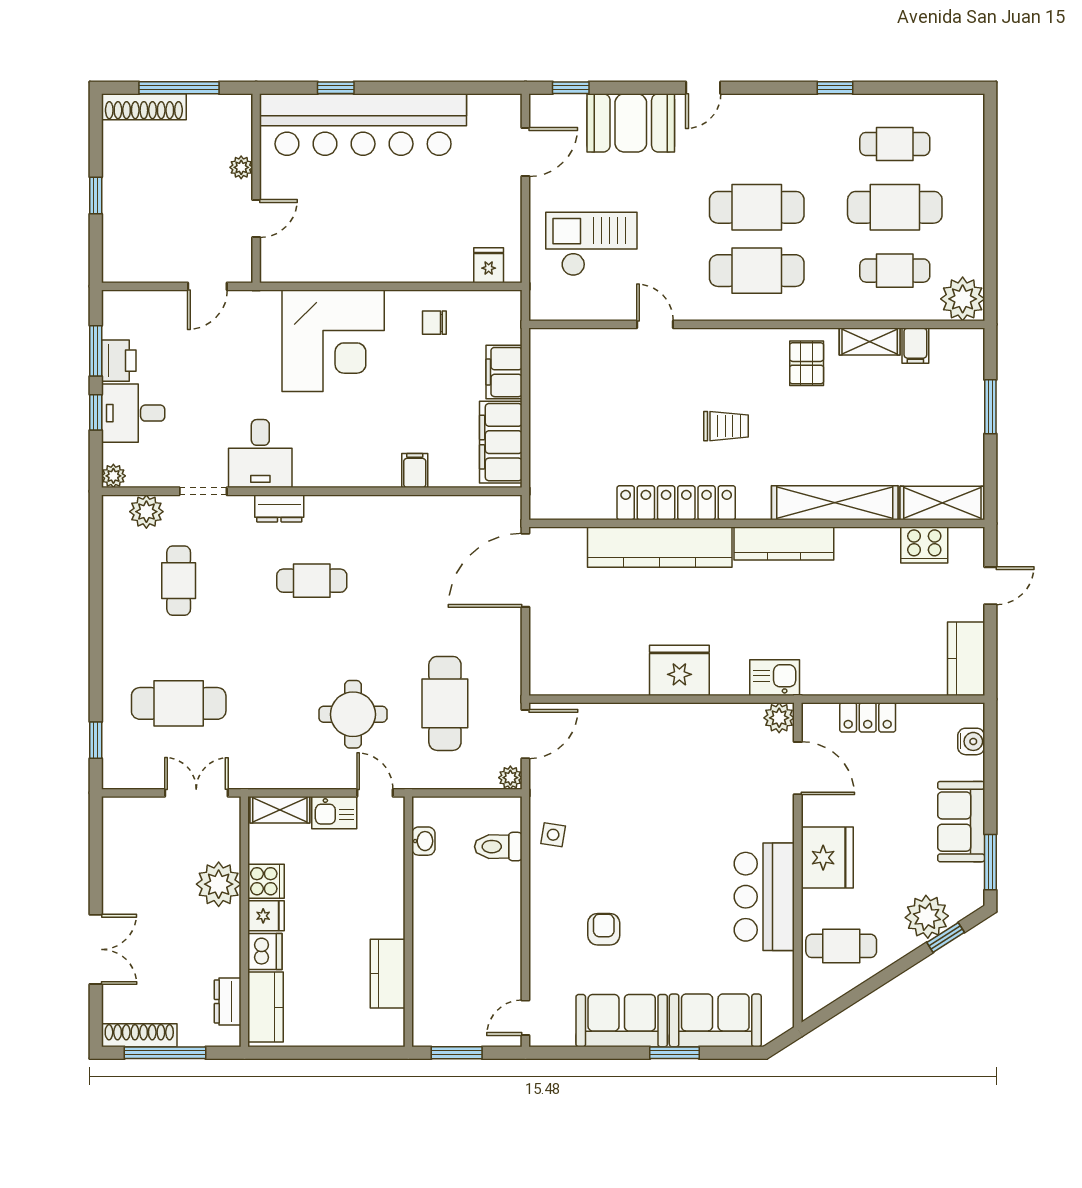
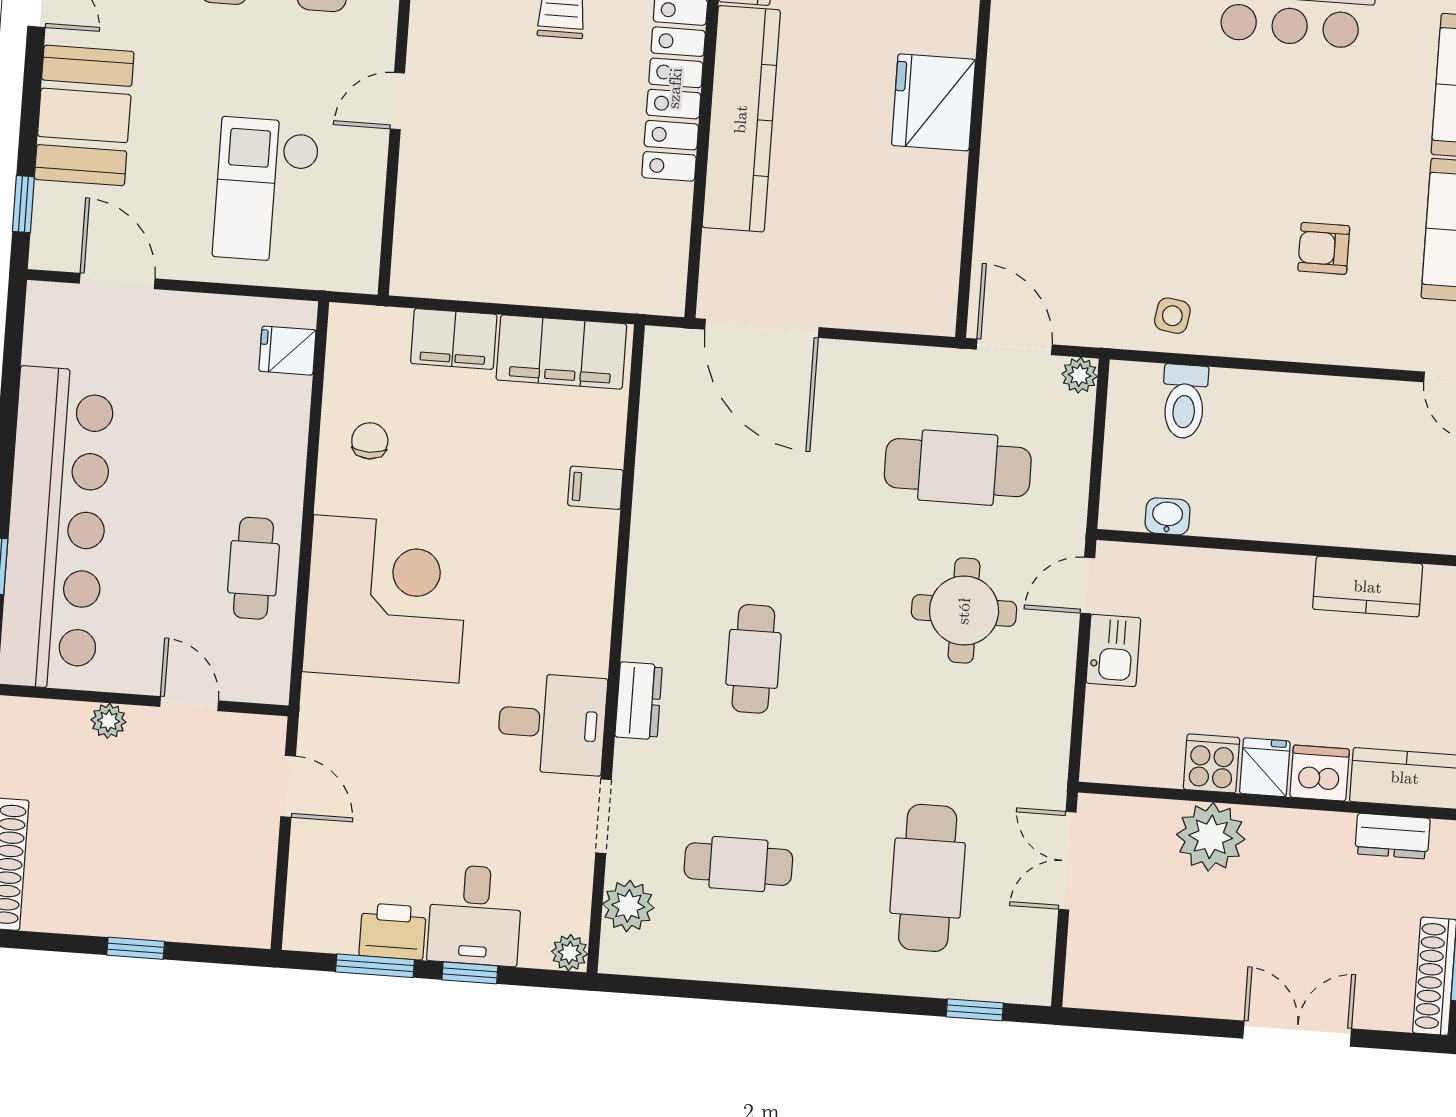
cafe table: (347, 254) -> (253, 568), added
chair: (434, 323) -> (370, 441), turned 180
shelving: (280, 810) -> (1103, 734), removed

